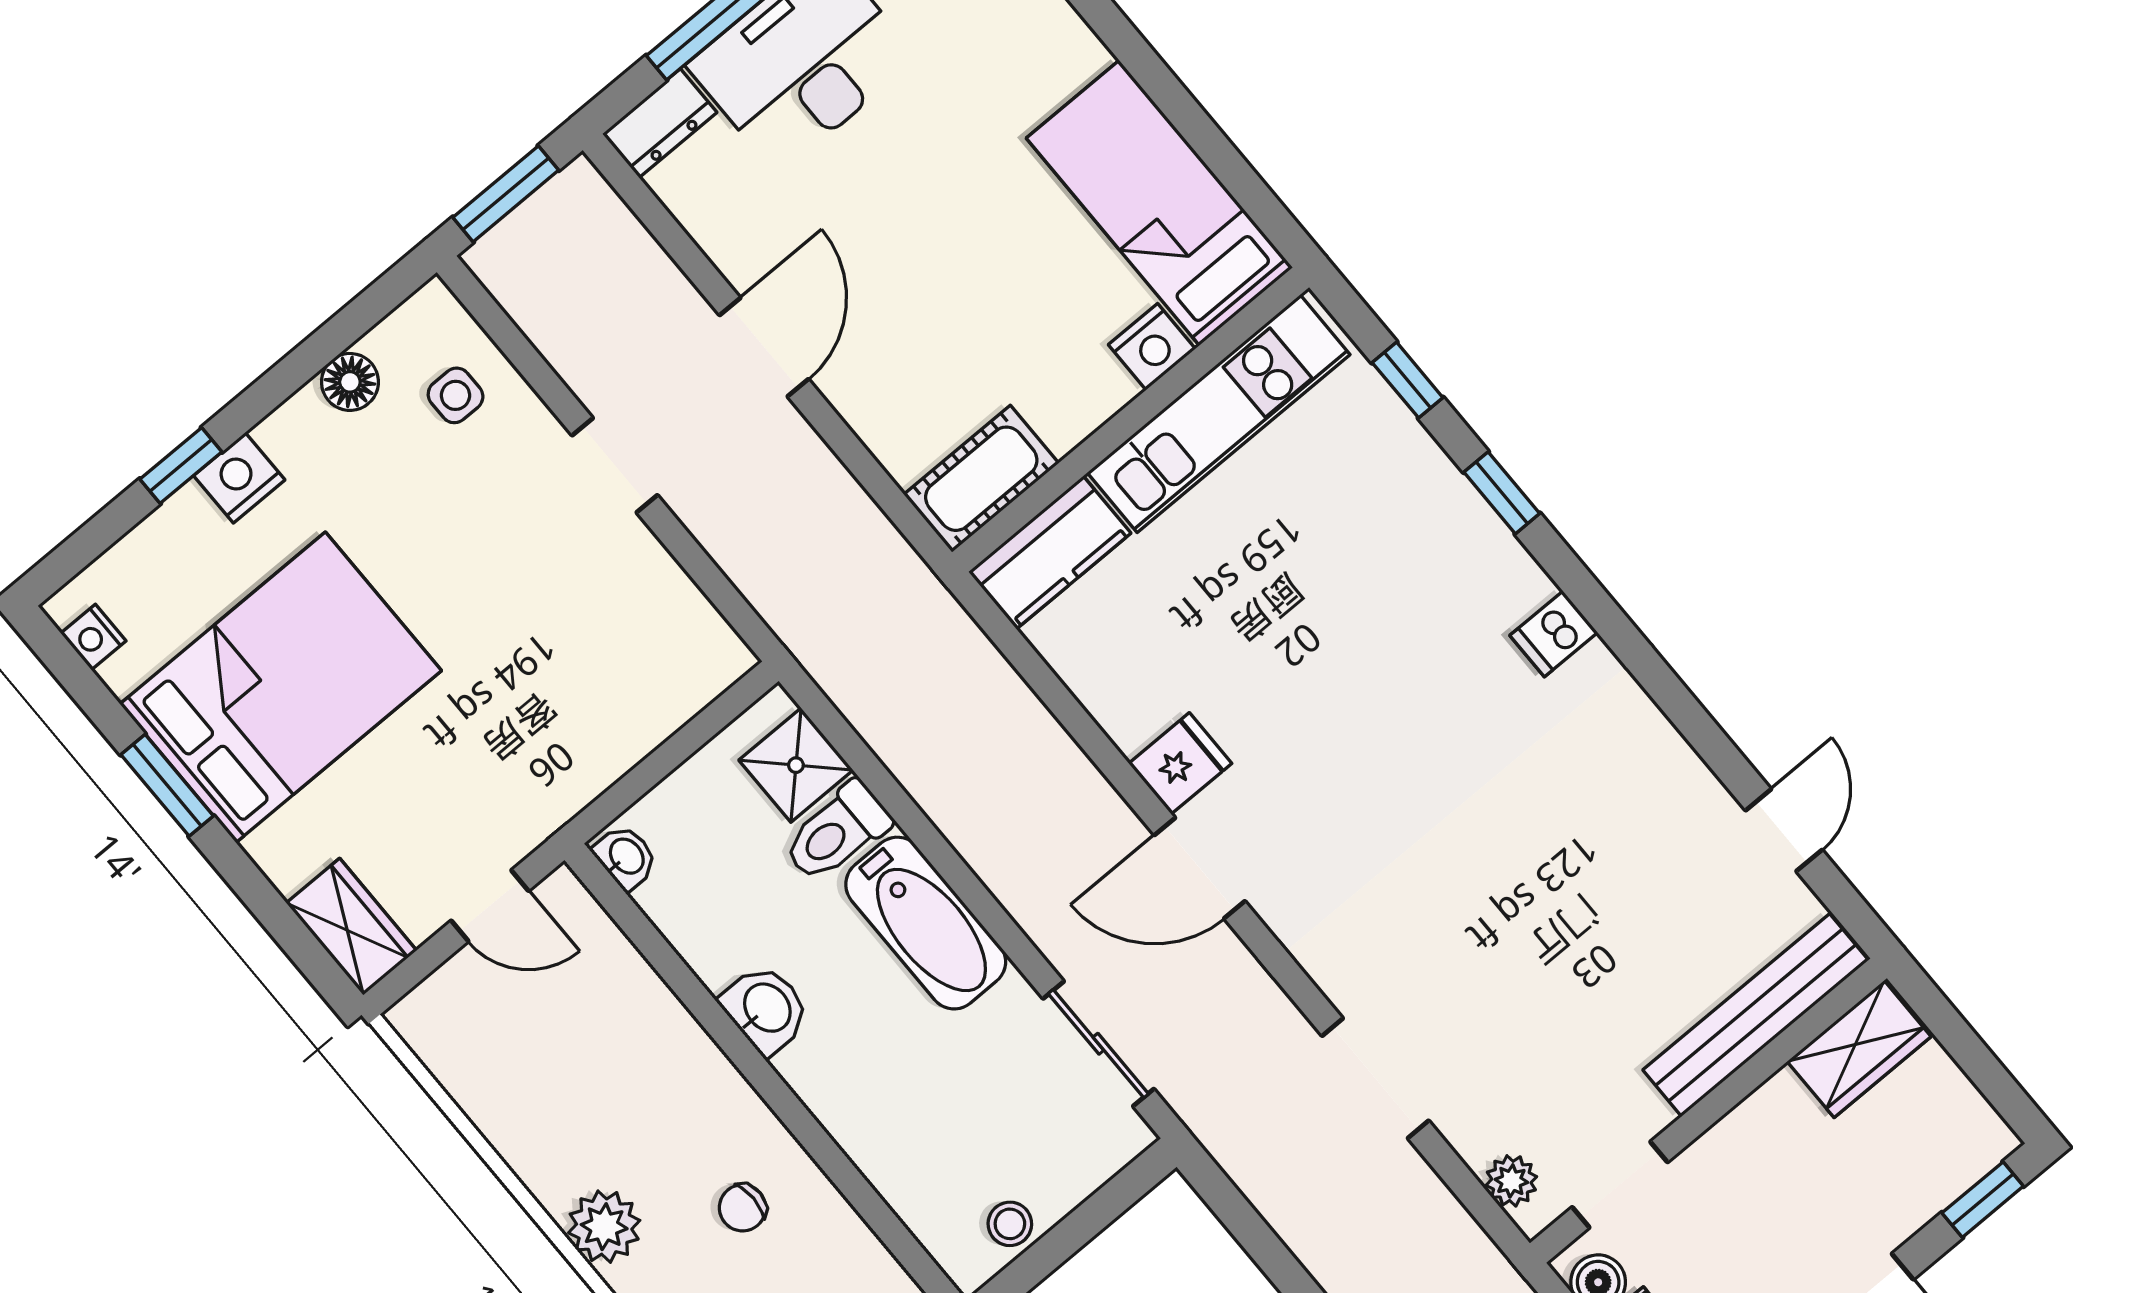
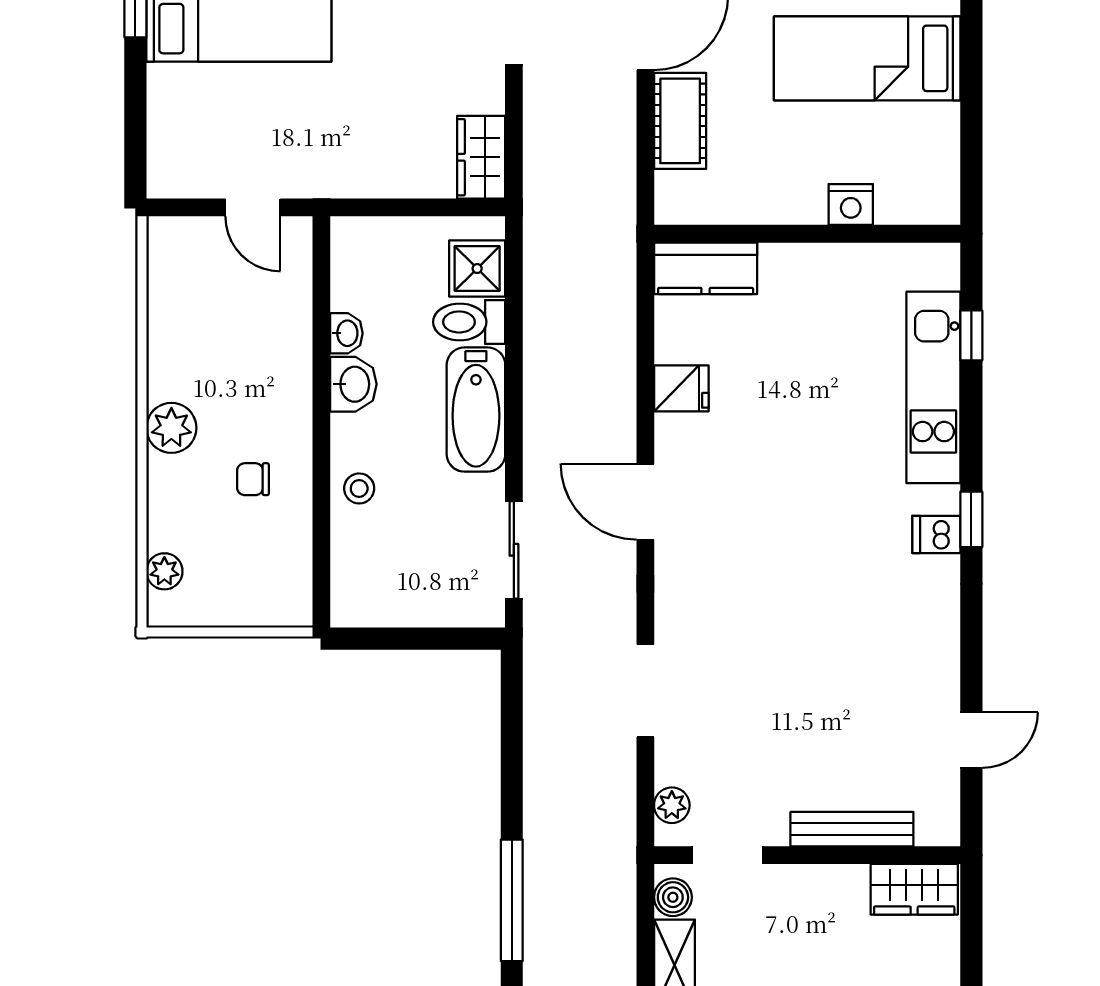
bed: (1159, 203) -> (867, 58), moved, turned -90
kitchen unit: (1219, 414) -> (933, 387), moved, turned 90
cot: (981, 479) -> (680, 121), moved, turned 90
window: (1502, 493) -> (971, 519), moved
fridge: (1180, 763) -> (681, 388), moved
washbasin: (626, 857) -> (346, 333), moved
wardrobe: (351, 927) -> (481, 157), moved, turned 180
bench: (1756, 1015) -> (852, 829), width x0.73, depth x0.82
stool: (1010, 1224) -> (359, 488), moved

